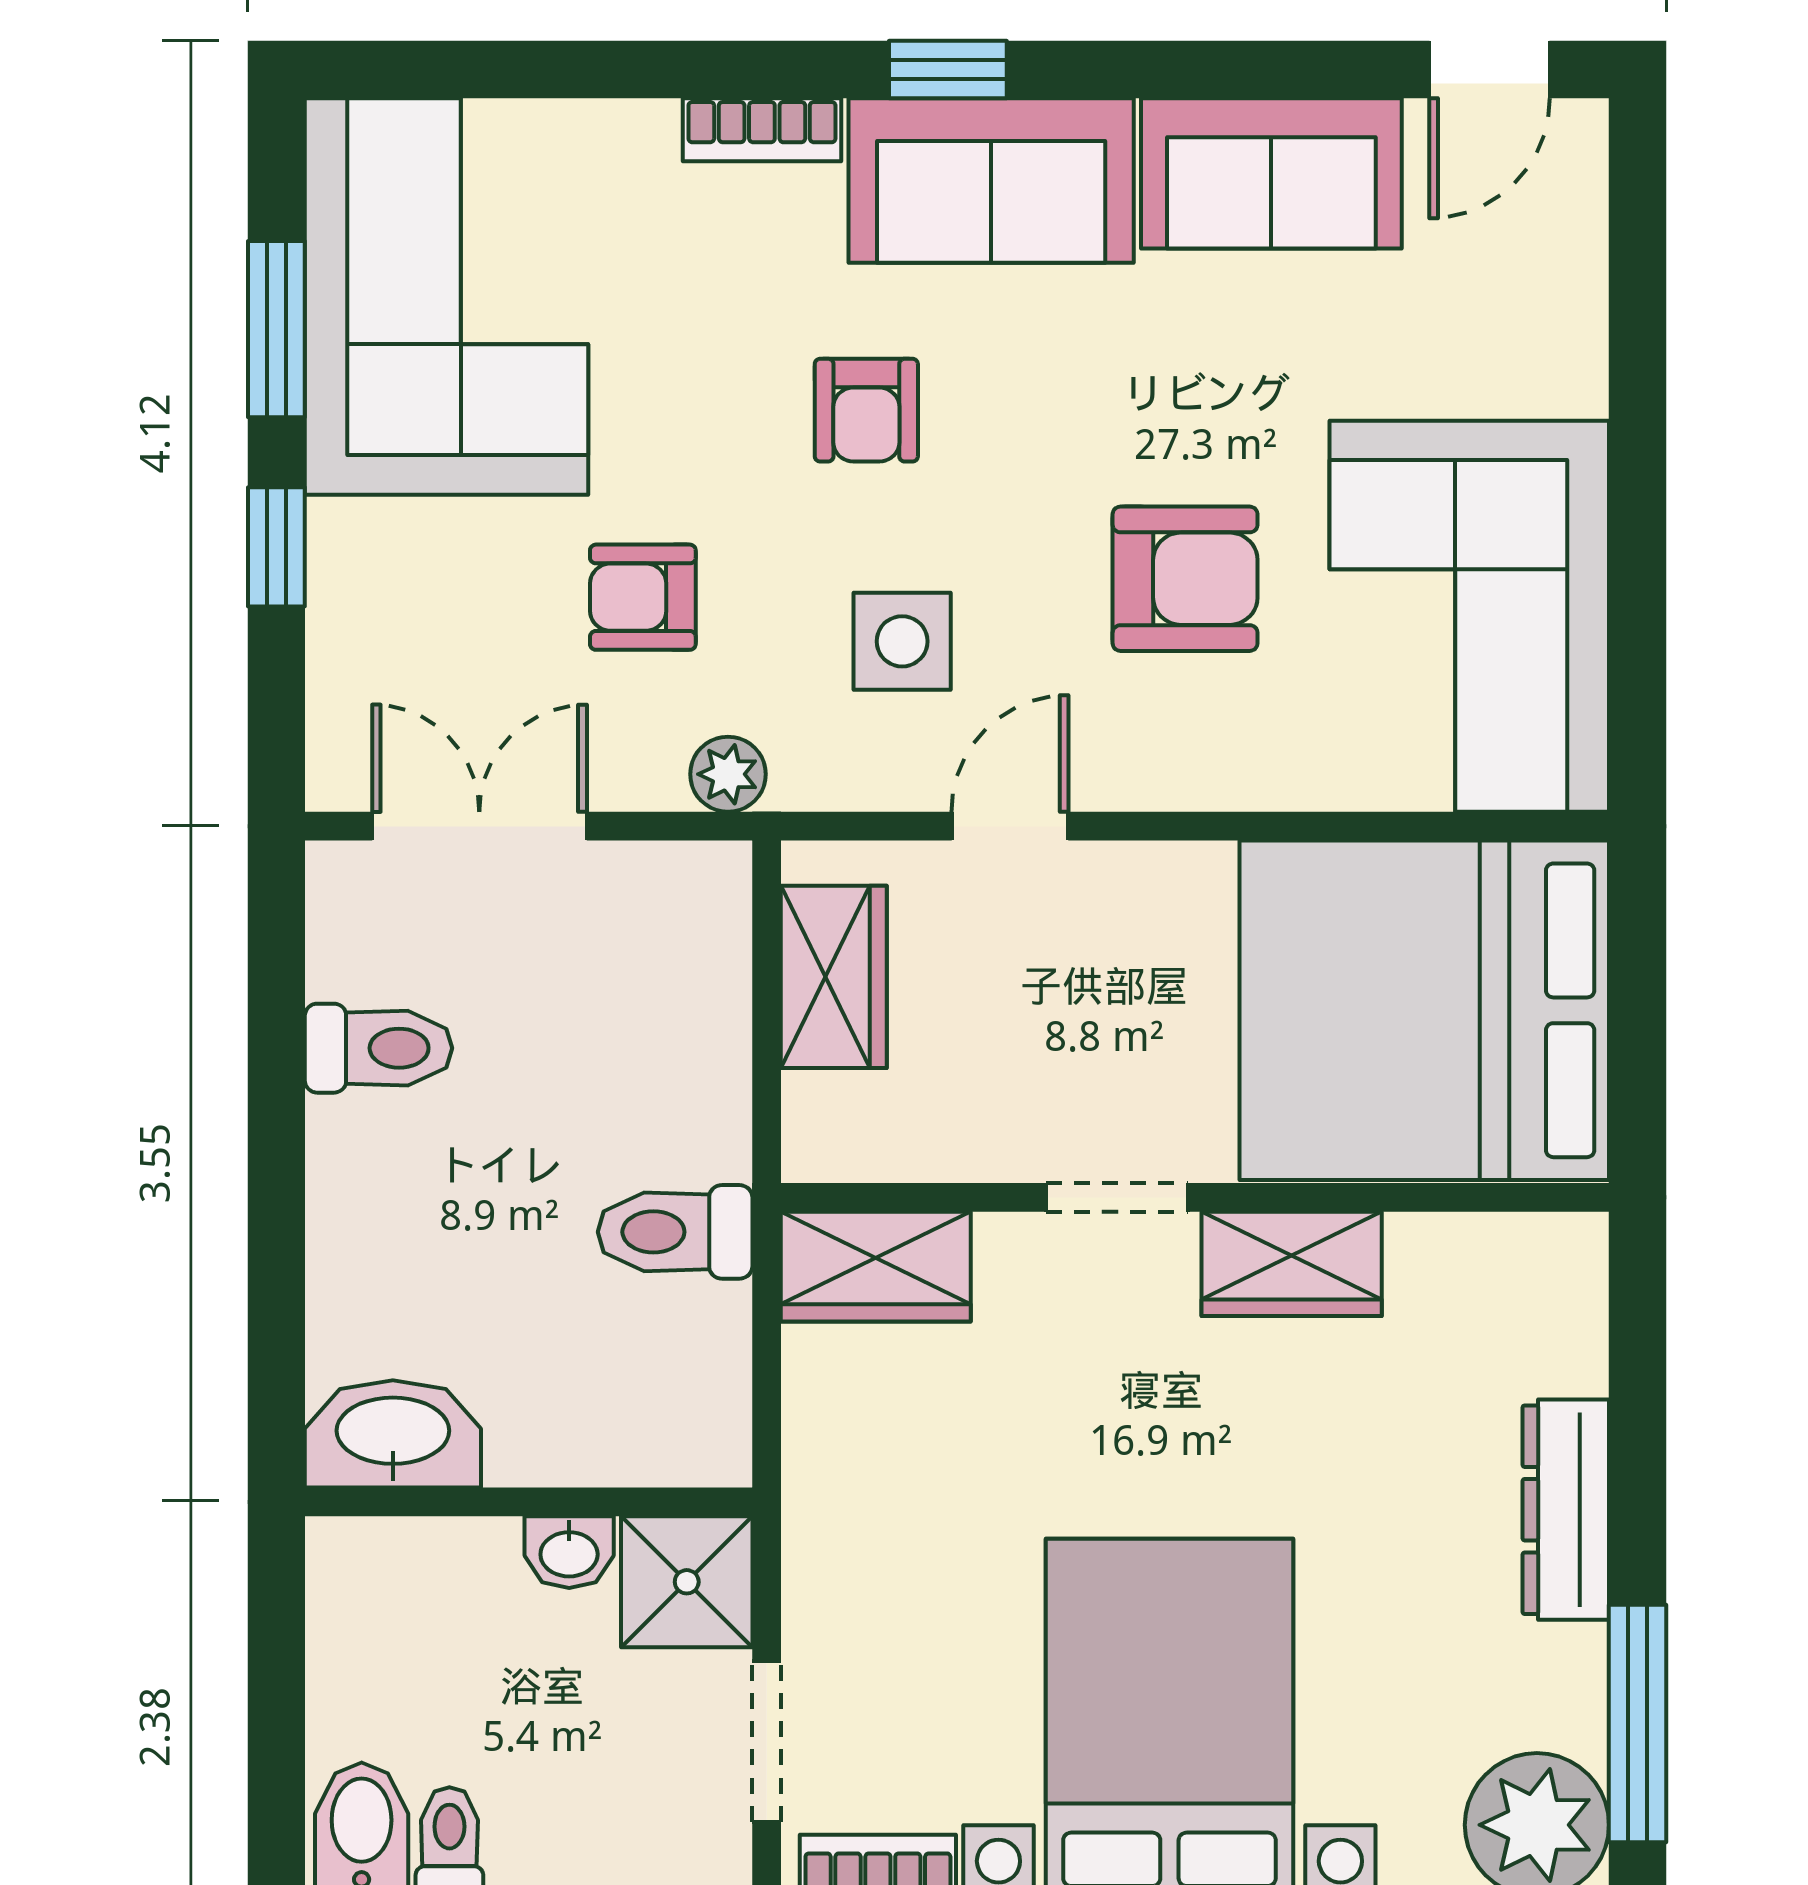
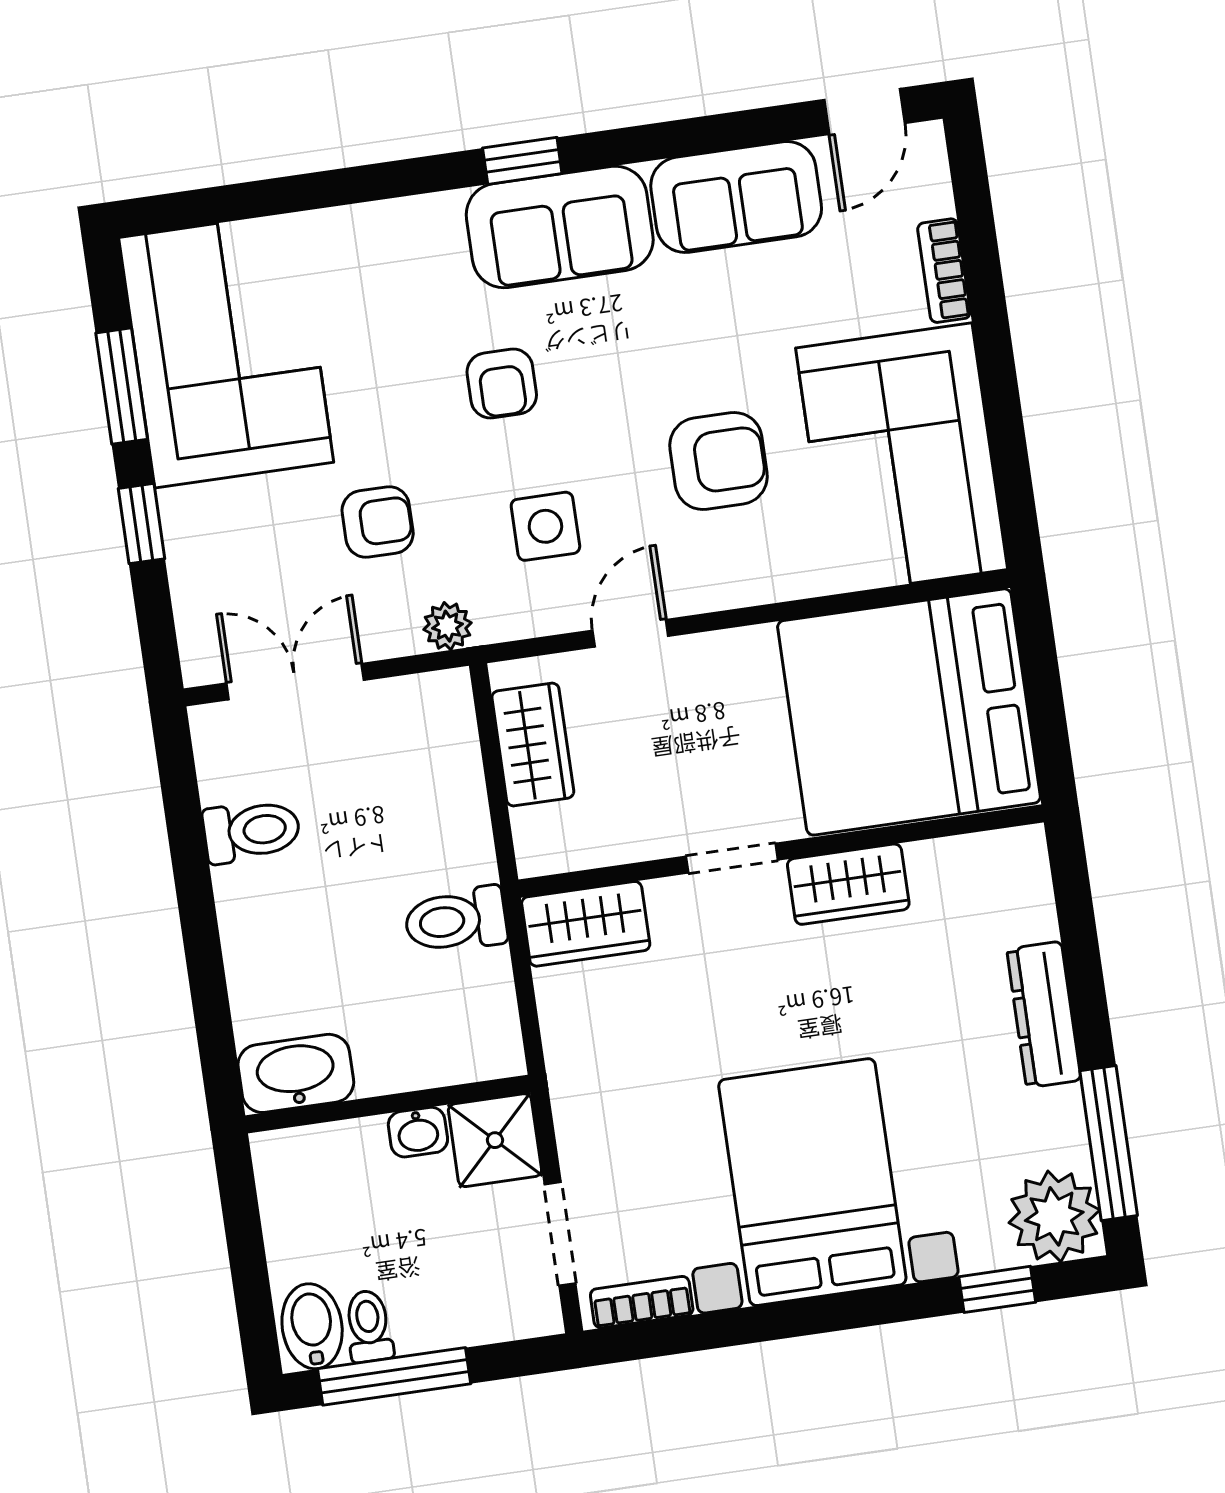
bookcase: (762, 130) -> (944, 271), moved, turned 90
armchair: (643, 597) -> (378, 522), turned 180

